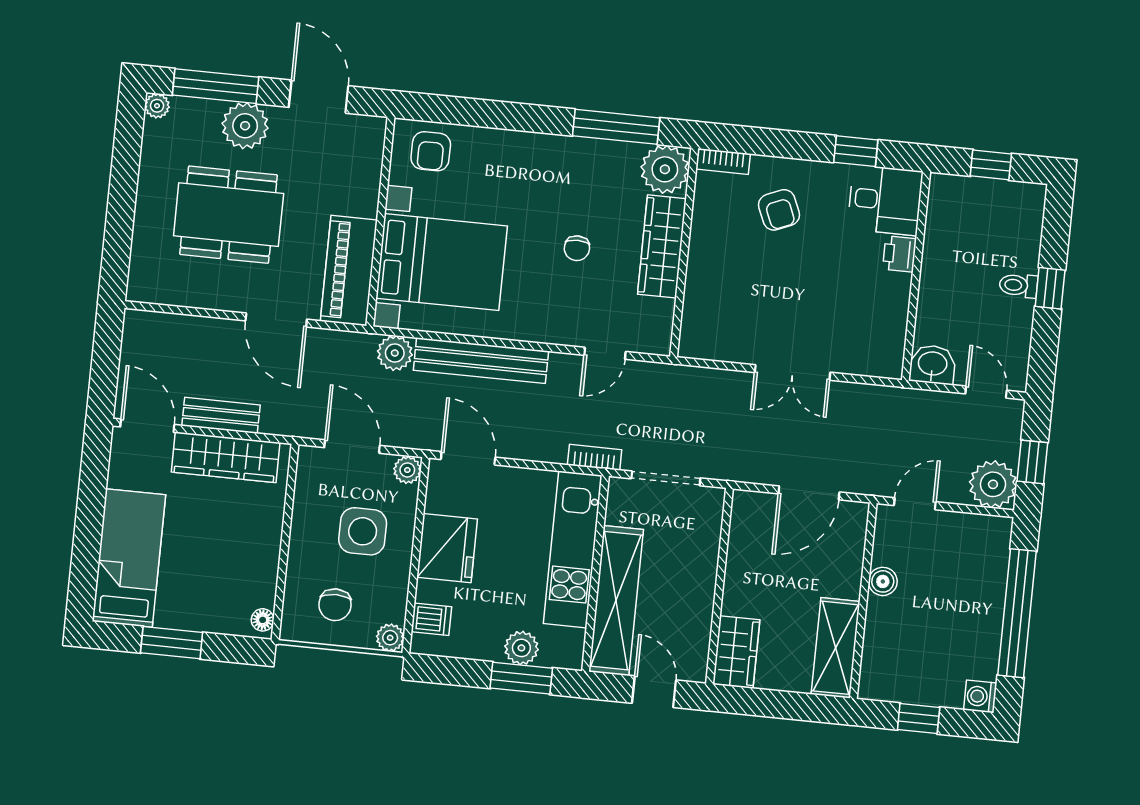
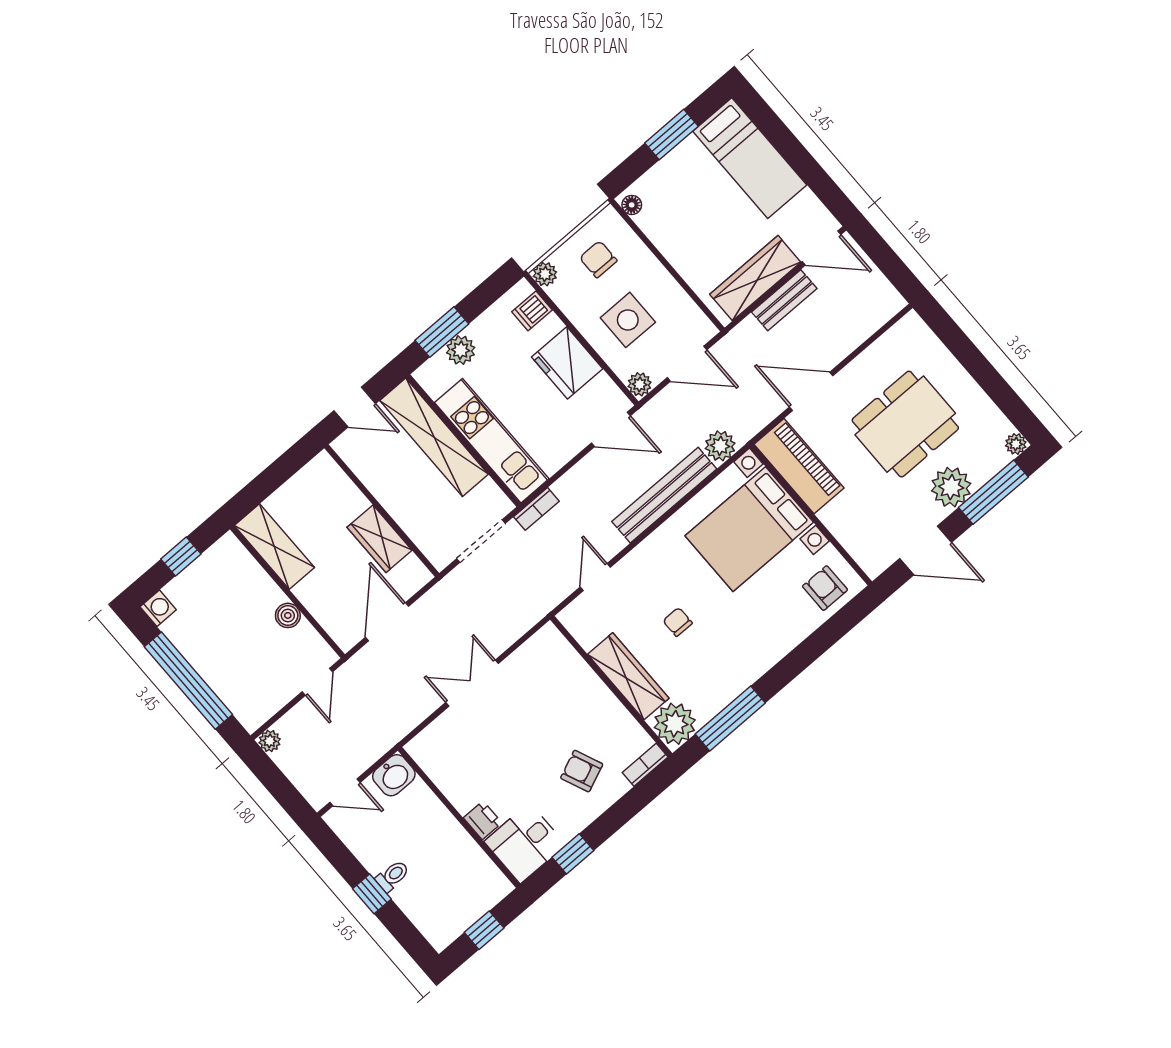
window: (1032, 462) -> (274, 780), removed
plant: (993, 484) -> (270, 741), width x0.53, depth x0.53
wardrobe: (736, 652) -> (379, 539), moved

